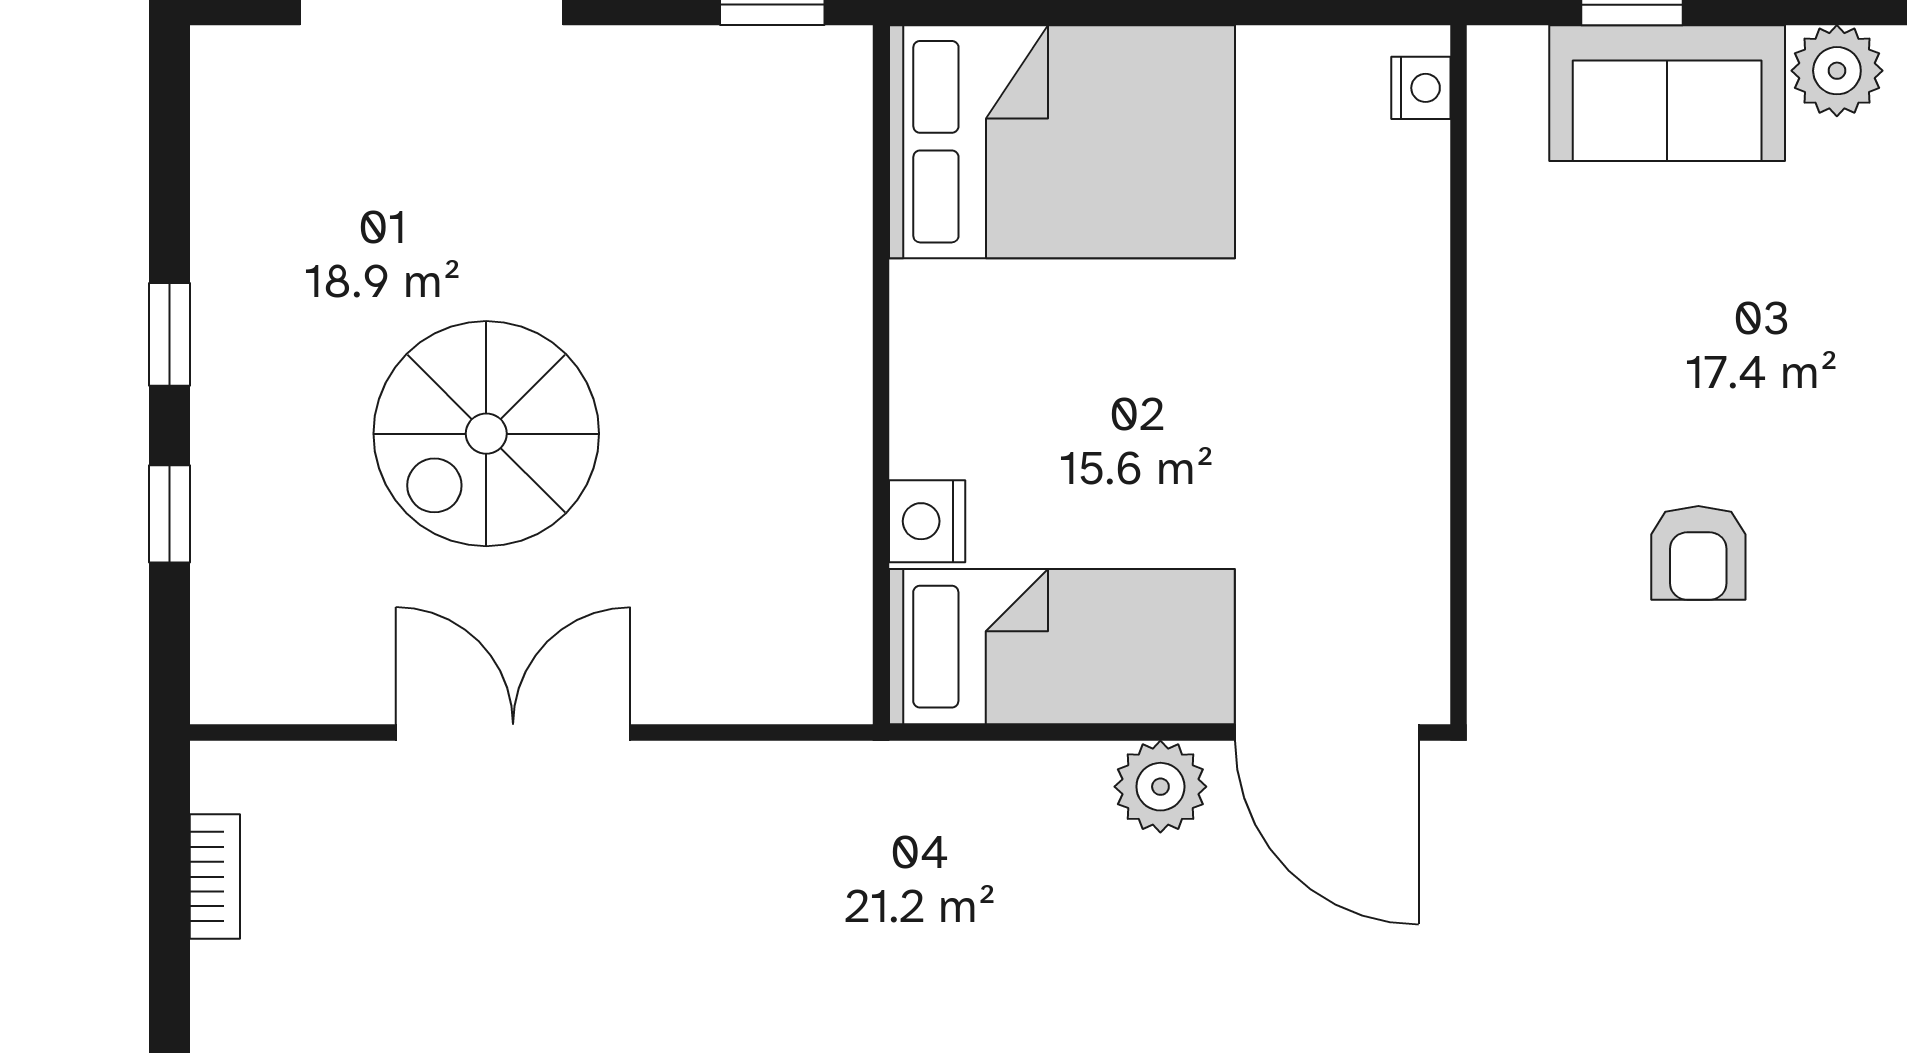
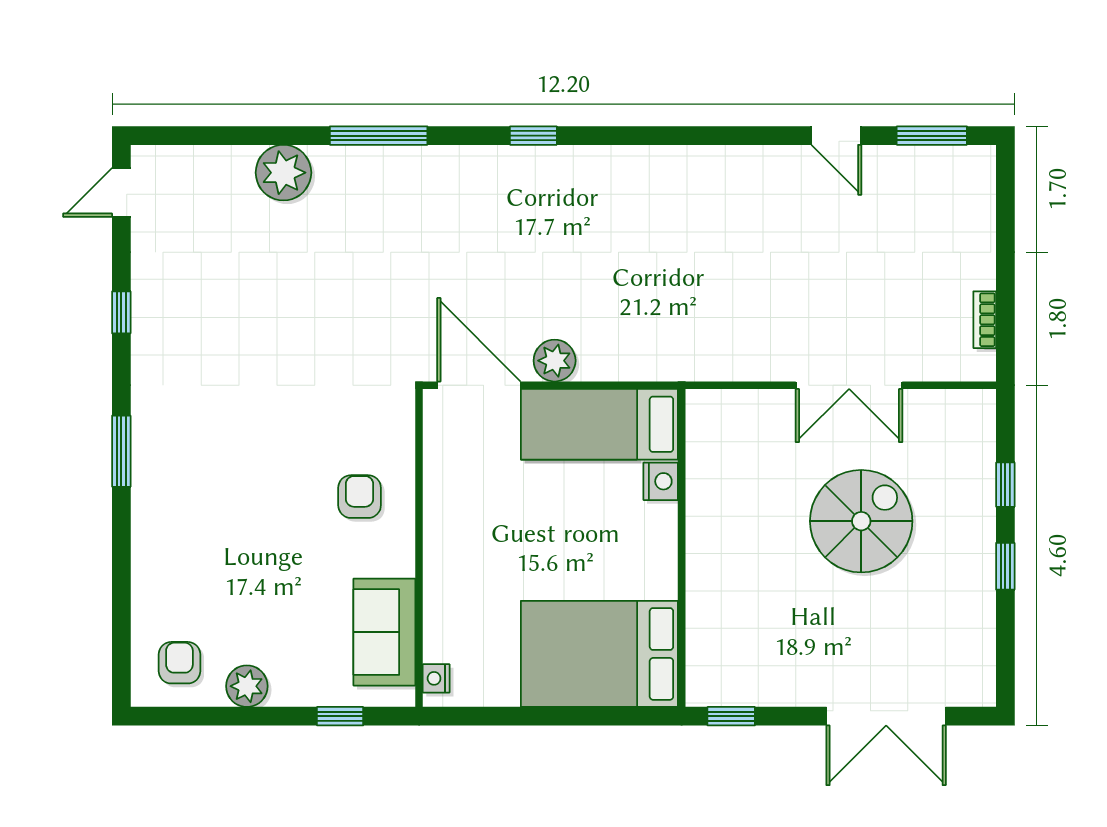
sofa: (1667, 93) -> (384, 632), moved, turned -90
armchair: (1698, 553) -> (360, 497), moved

